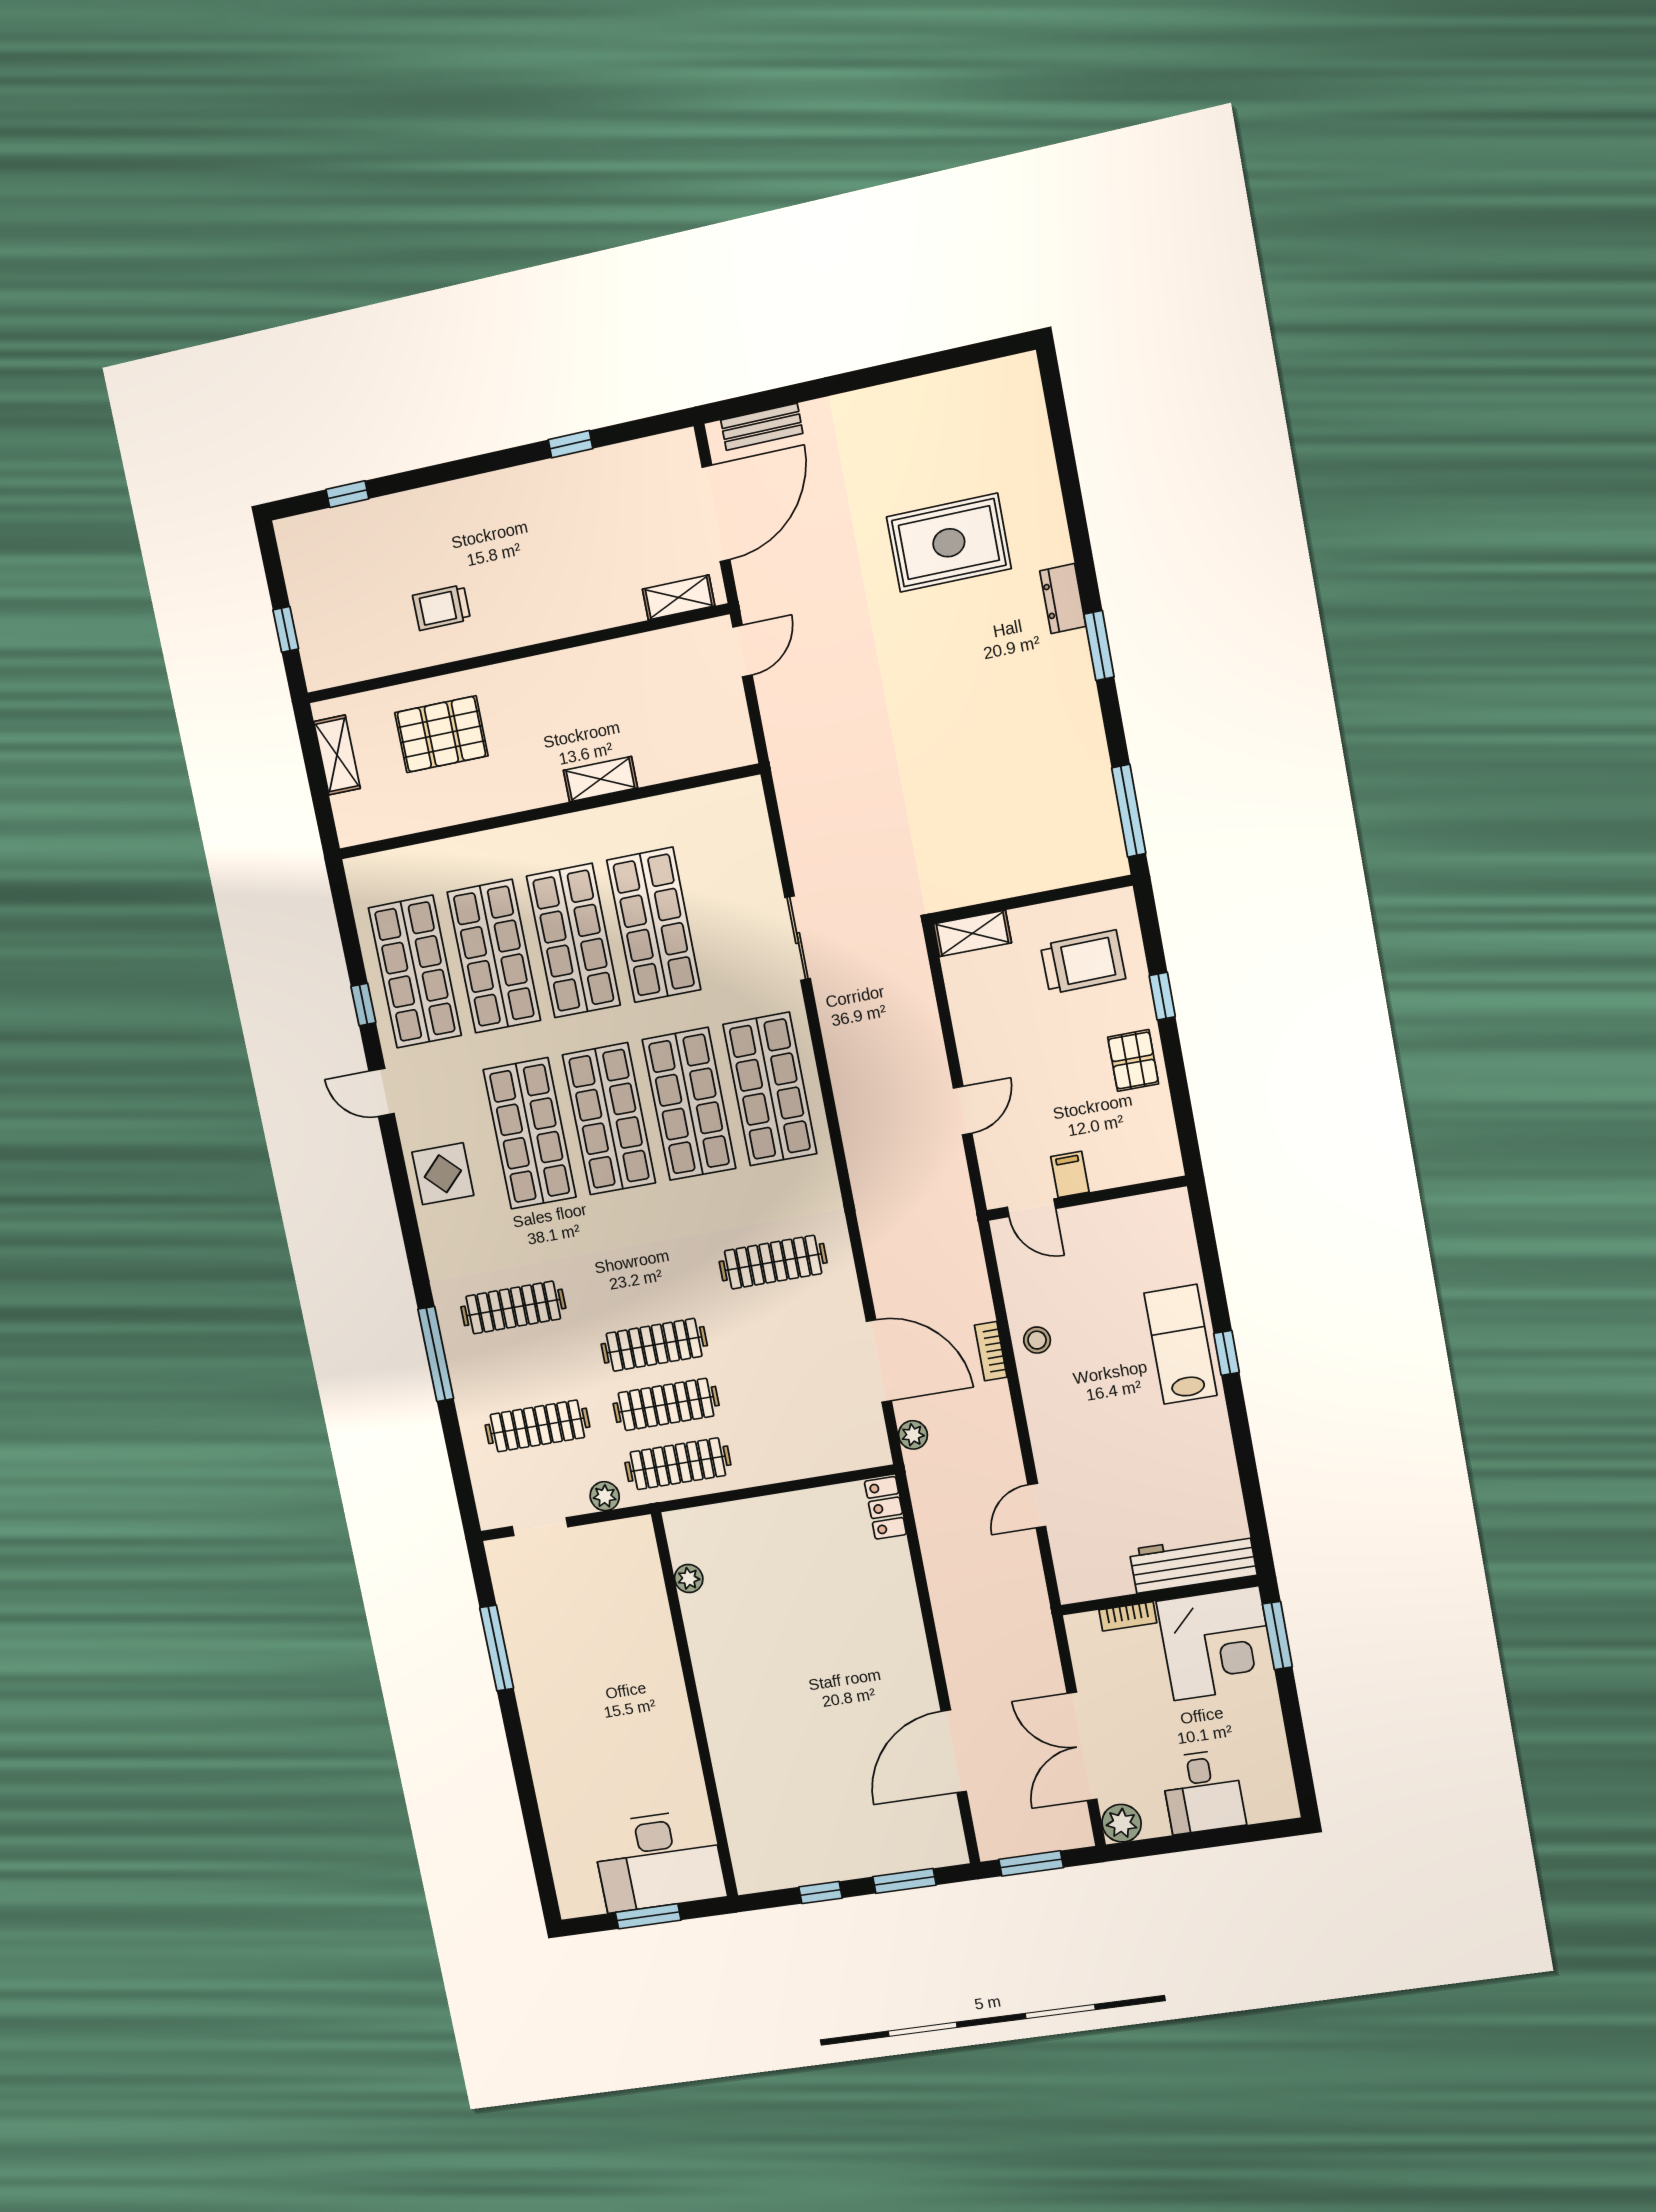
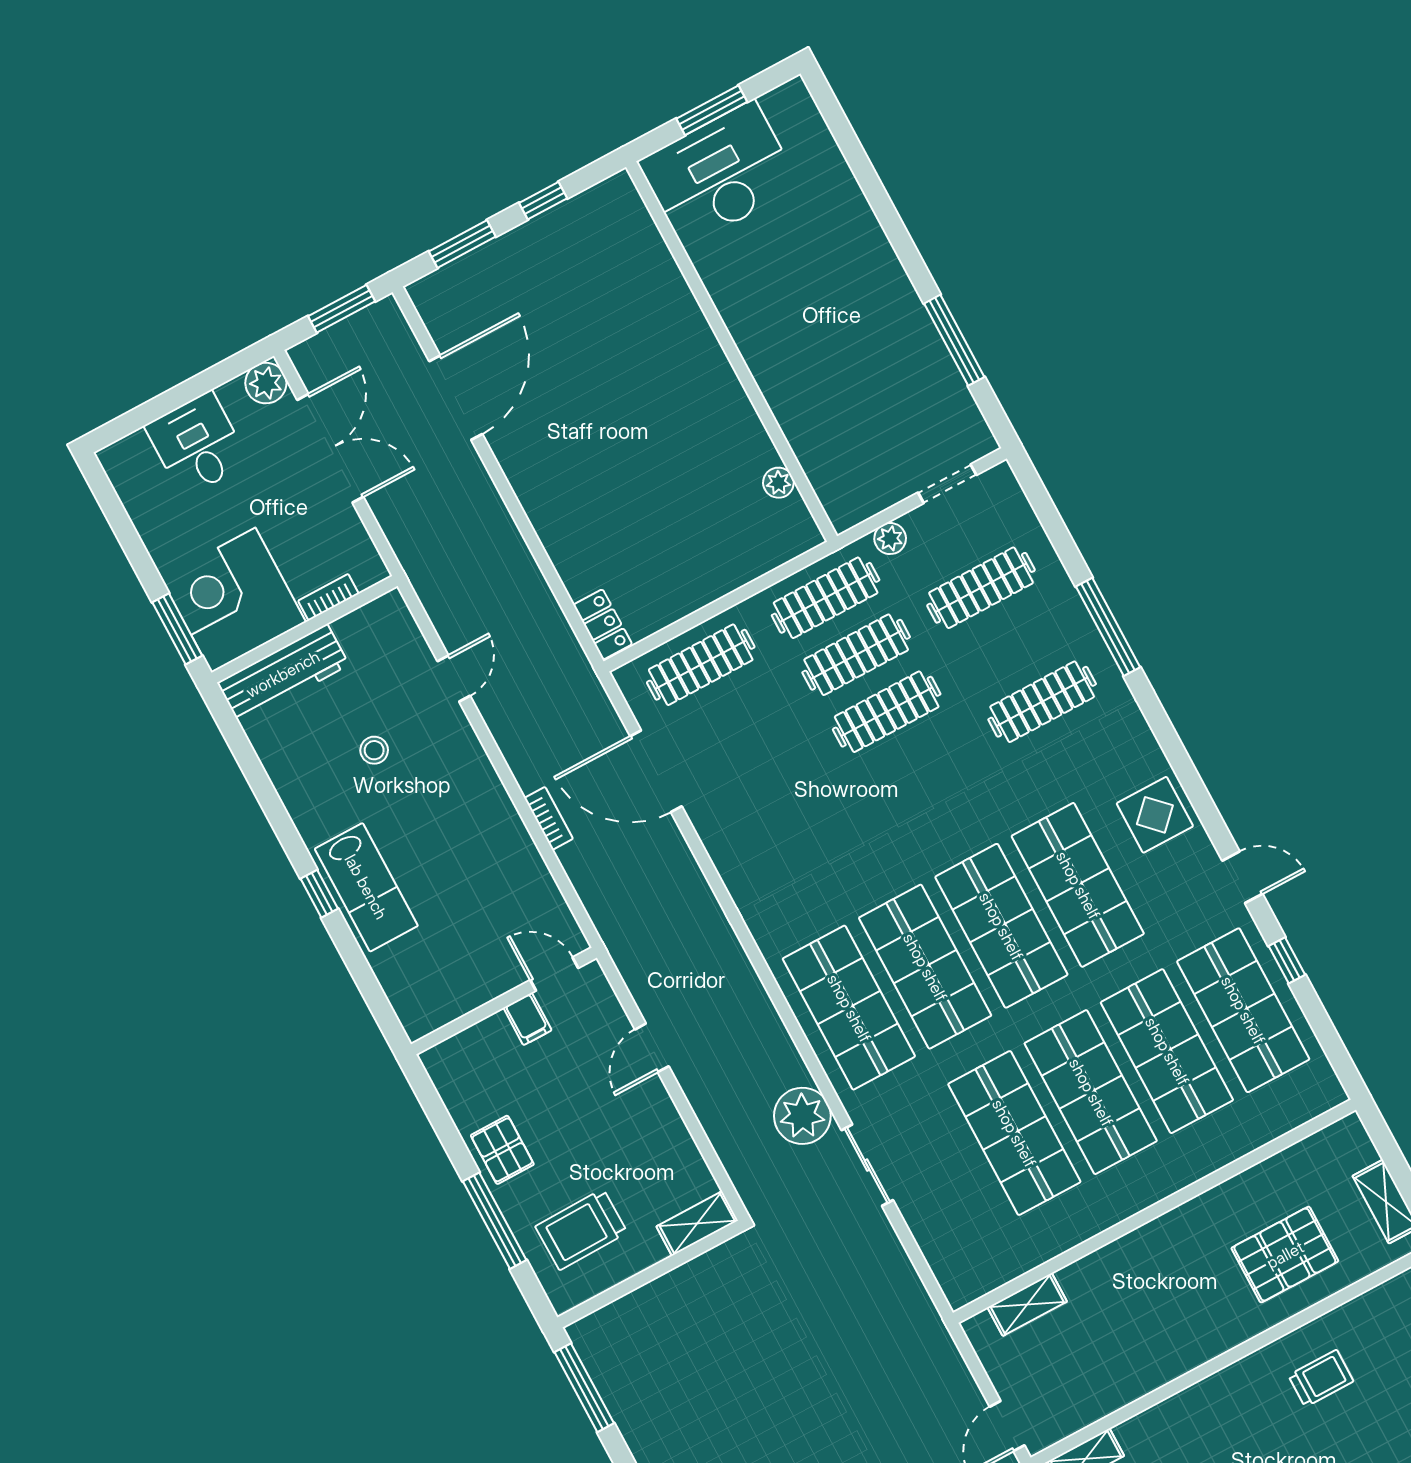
shelving: (600, 779) -> (1027, 1304), moved
window: (1162, 996) -> (495, 1221), width x2.17
clothes rail: (773, 1262) -> (701, 665), moved
stool: (1037, 1340) -> (374, 750), moved
plant: (913, 1435) -> (802, 1116), moved, width x1.88, depth x1.88

